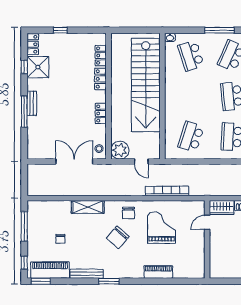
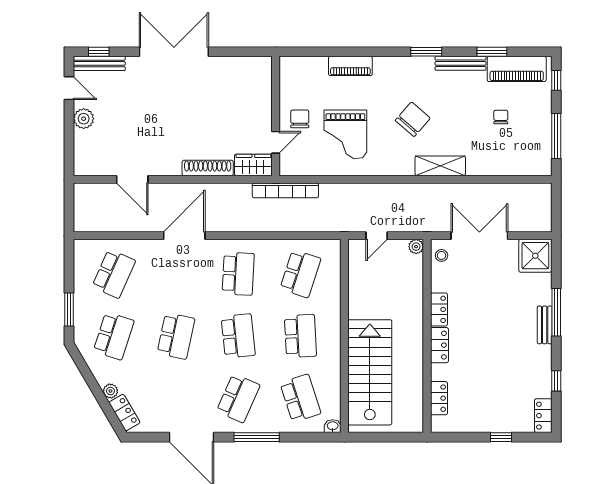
shower: (38, 67) -> (535, 256), moved
locker: (100, 79) -> (439, 345), moved
stairs: (146, 85) -> (370, 372), width x0.73
school desk: (191, 96) -> (300, 336), added
plant: (120, 150) -> (416, 247), width x0.53, depth x0.53
double door: (74, 161) -> (479, 236), swing flipped
door: (141, 161) -> (377, 236), swing flipped
bookcase: (167, 191) -> (285, 190), moved
shelving: (88, 207) -> (440, 166), moved
chair: (128, 213) -> (300, 119), moved
window: (41, 281) -> (492, 52), moved

